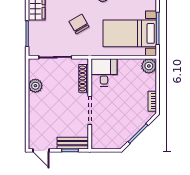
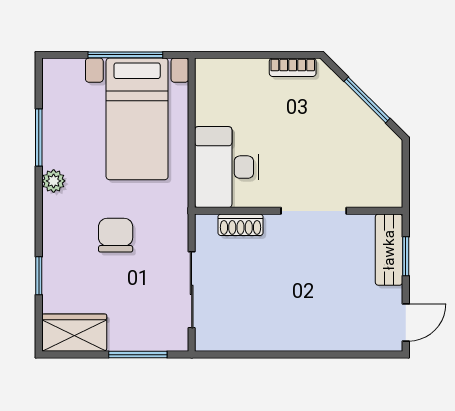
chair: (79, 24) -> (116, 235), turned 120
plant: (149, 66) -> (212, 75), removed
desk: (104, 72) -> (227, 167), width x1.37
shoe rack: (84, 78) -> (240, 225), width x0.70
plant: (35, 86) -> (257, 335), removed

